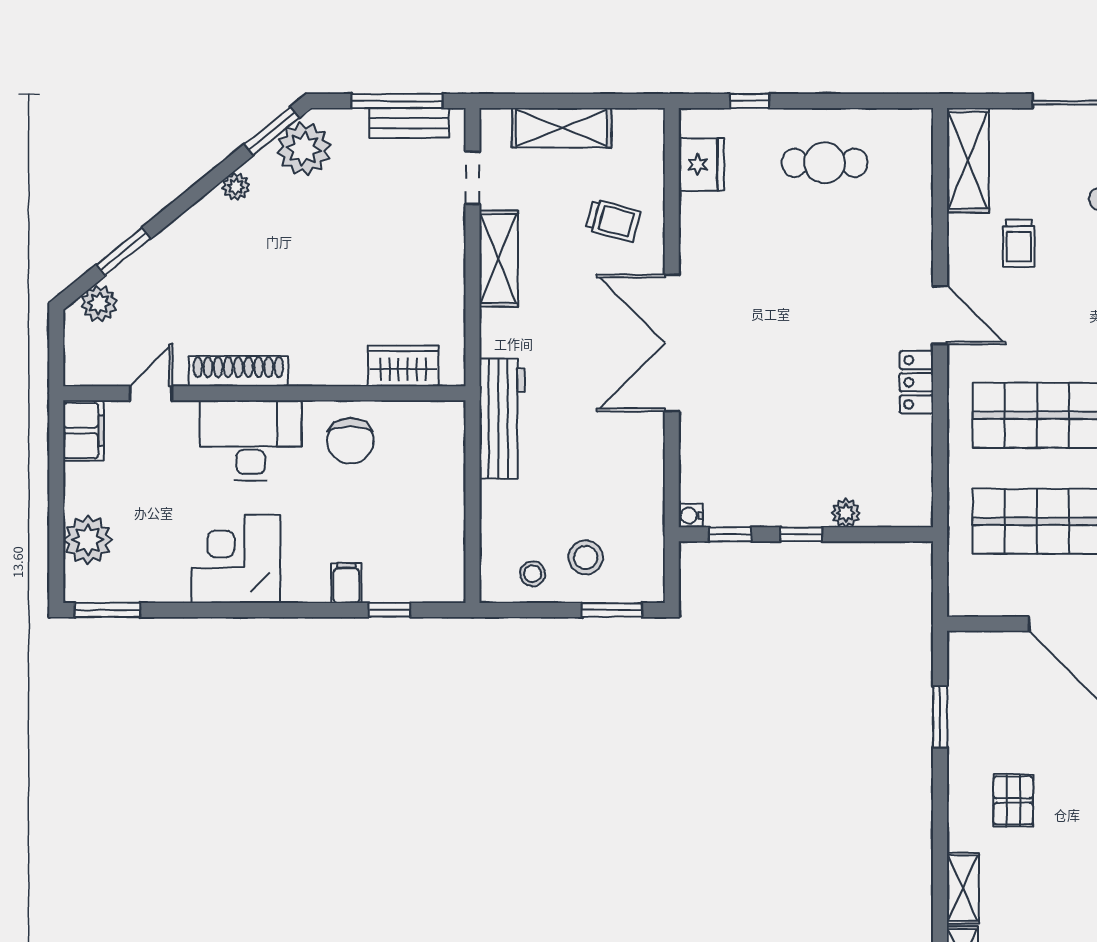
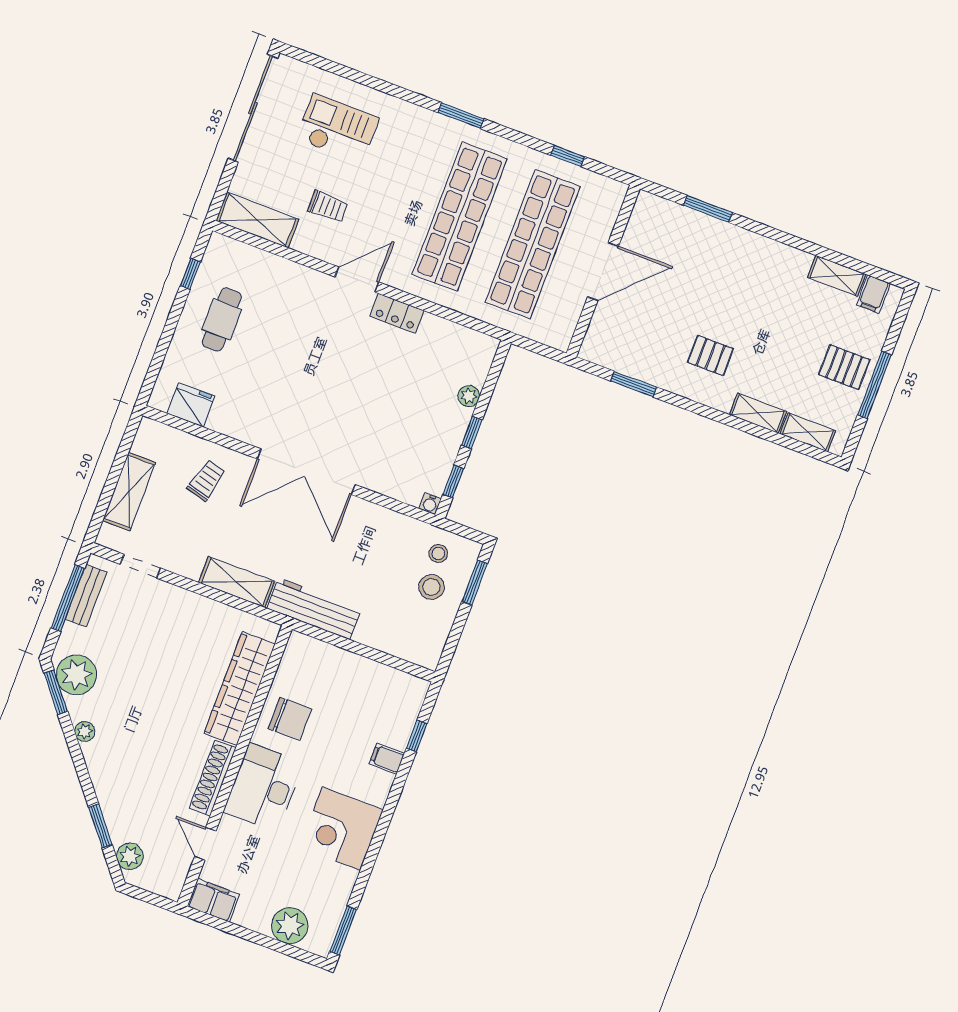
window: (750, 101) -> (190, 274), moved
shelving: (499, 259) -> (237, 582), moved
wardrobe: (403, 366) -> (240, 689), width x2.10, depth x1.17
stool: (533, 574) -> (438, 554), moved

